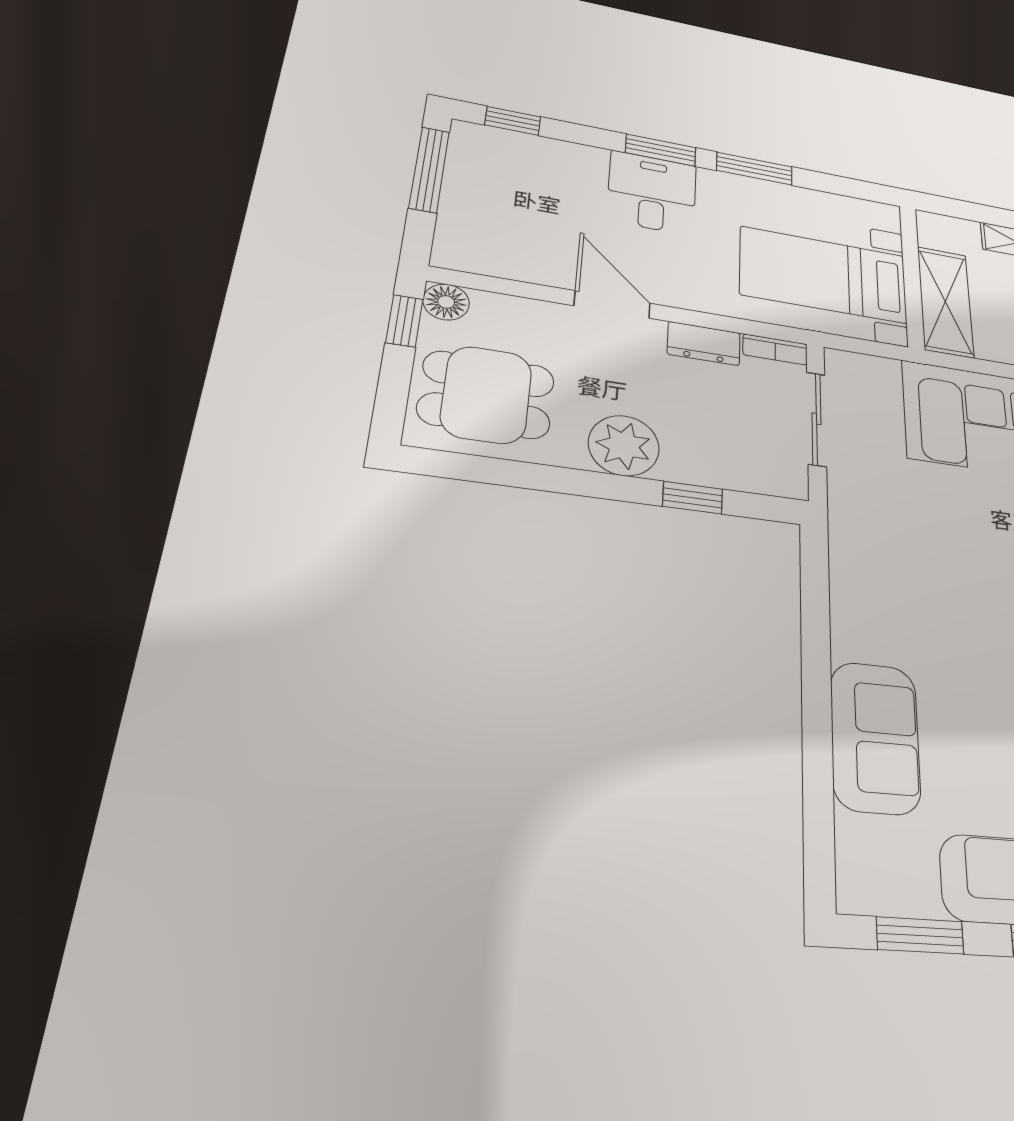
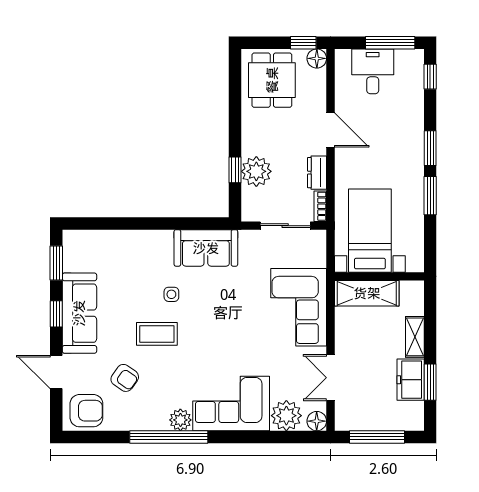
desk: (652, 193) -> (373, 71), moved, turned -90
door: (612, 304) -> (331, 130), hinge flipped
plant: (624, 446) -> (256, 171), moved
side table: (975, 665) -> (171, 294), added
sofa: (875, 737) -> (206, 248), moved

